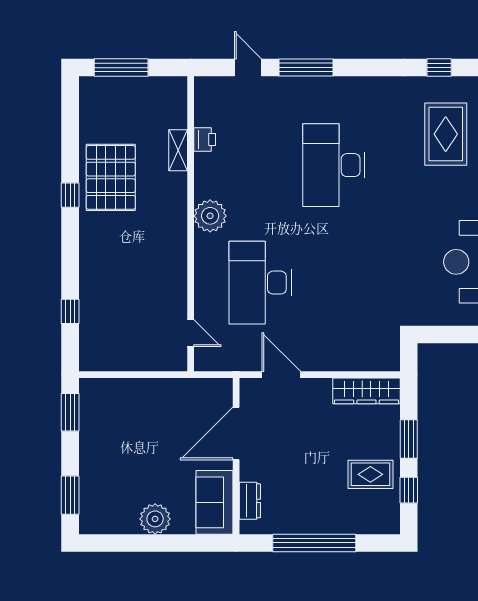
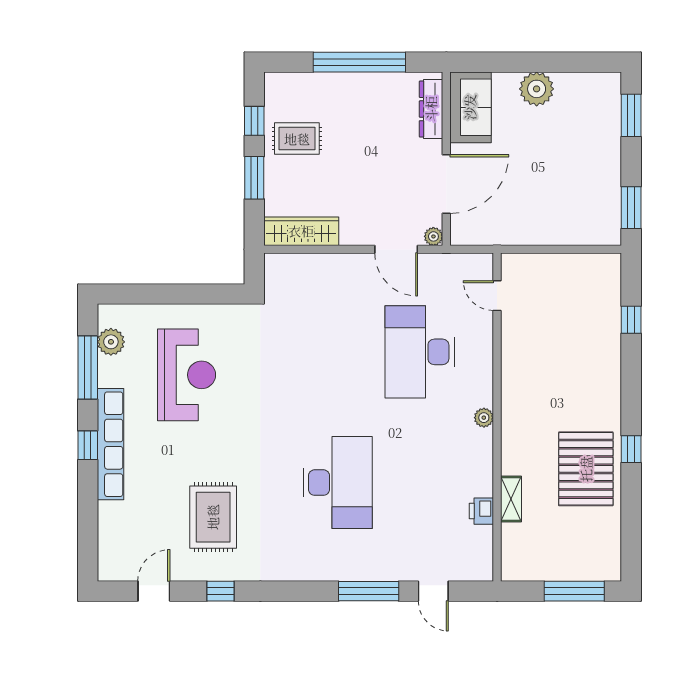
plant: (210, 216) -> (484, 418), width x0.53, depth x0.53
desk: (260, 283) -> (420, 352), turned 180
plant: (248, 386) -> (433, 236), added
dresser: (250, 501) -> (431, 109), width x1.44

